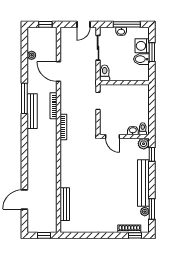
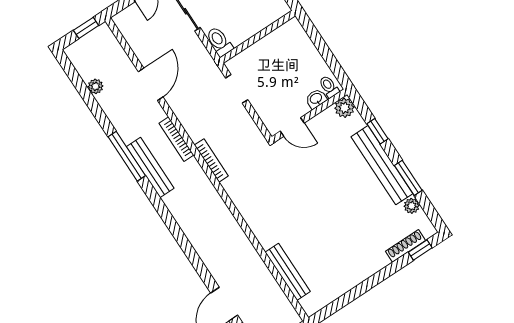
door: (59, 72) -> (151, 84), swing flipped
window: (152, 154) -> (378, 131), moved
window: (152, 209) -> (408, 178), moved

